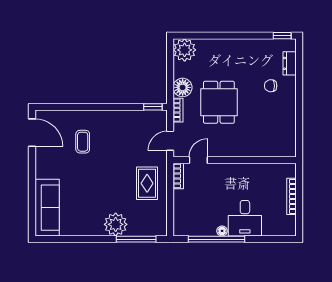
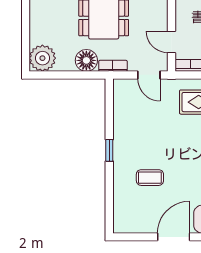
window: (153, 107) -> (109, 150), moved
door: (32, 133) -> (174, 237), moved

